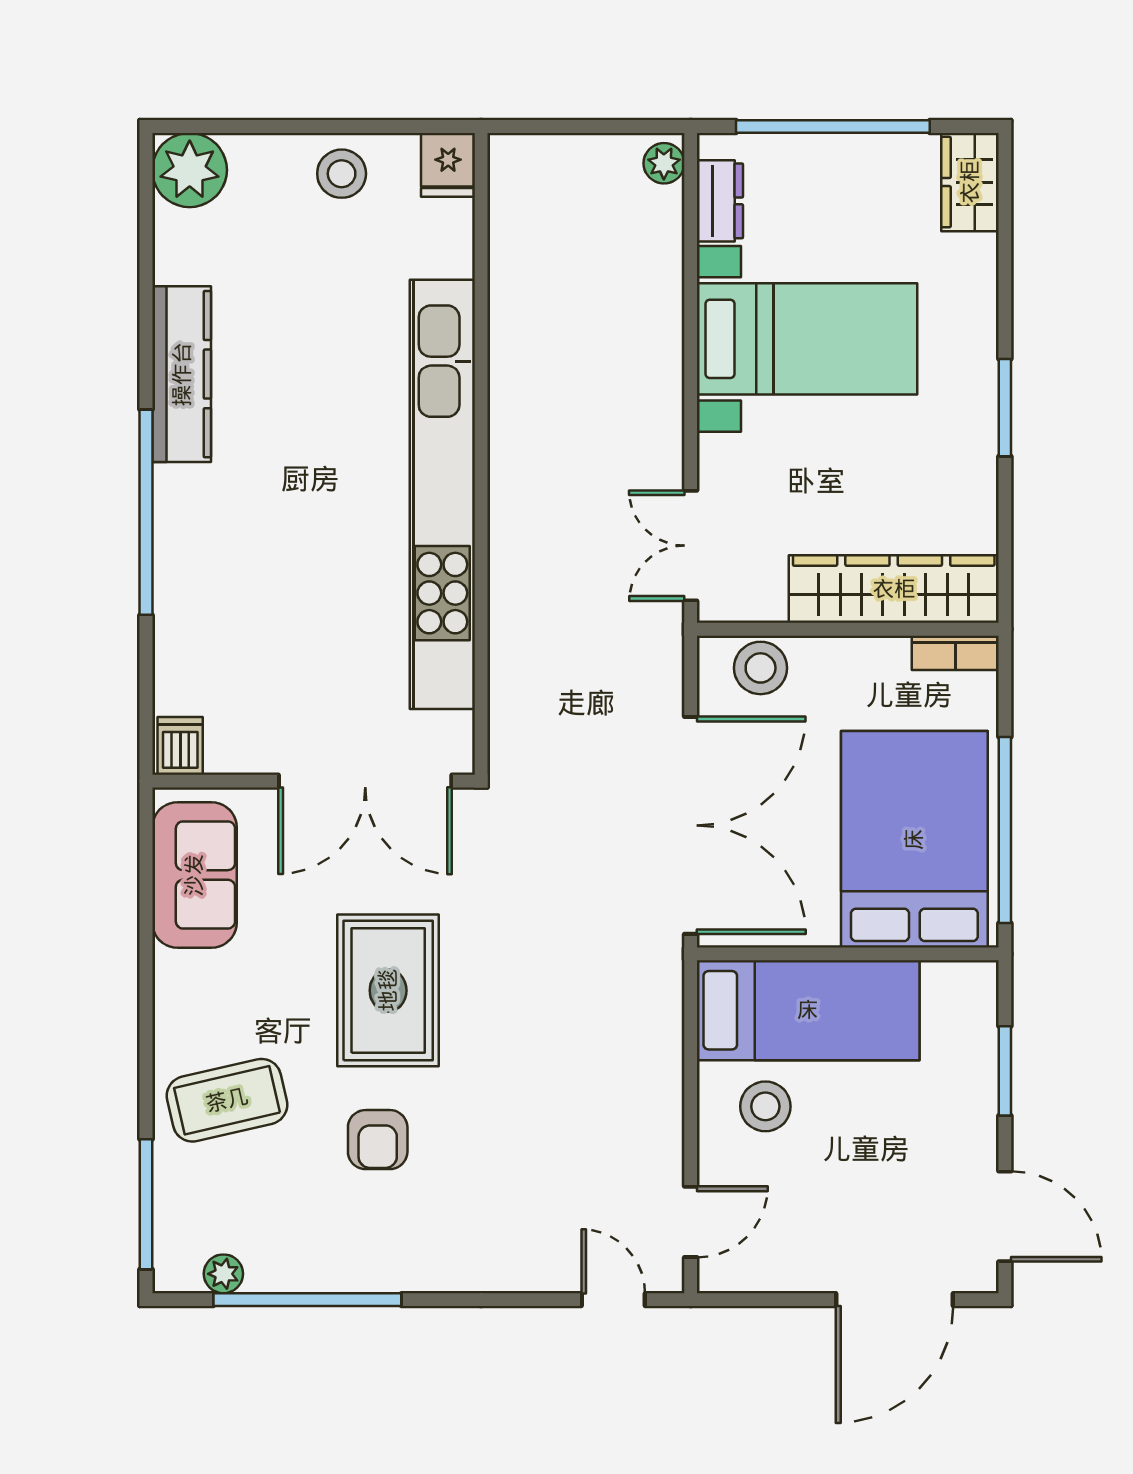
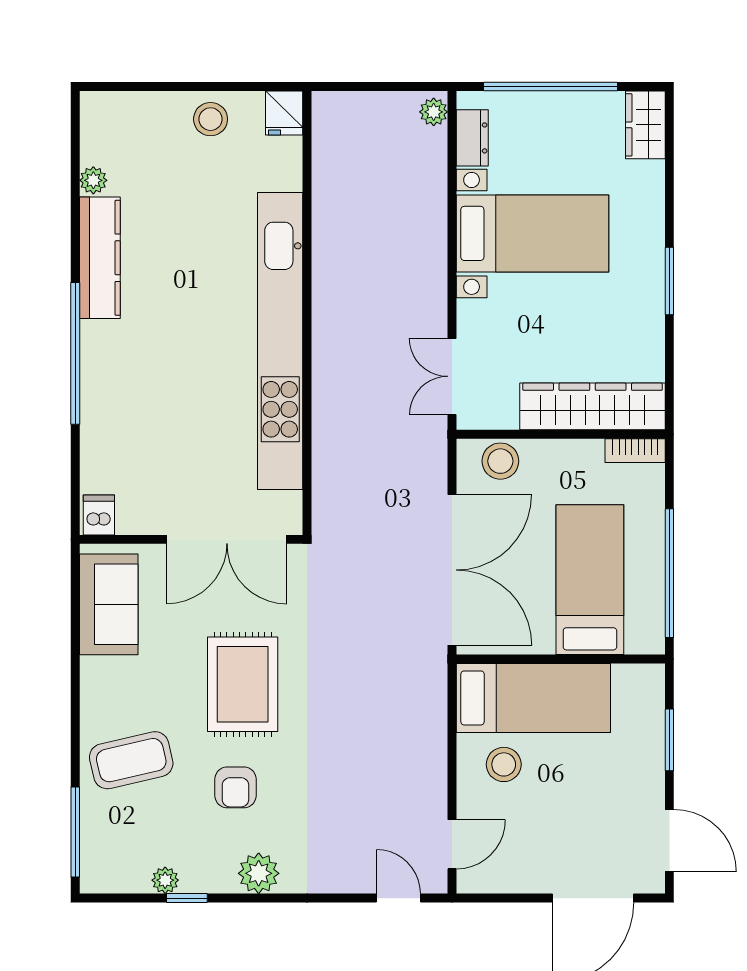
plant: (190, 170) -> (93, 180), moved, width x0.53, depth x0.53
bed: (914, 839) -> (590, 580), width x0.67
plant: (411, 1264) -> (259, 873), added
plant: (223, 1274) -> (165, 880), moved
window: (307, 1300) -> (187, 898), width x0.32

